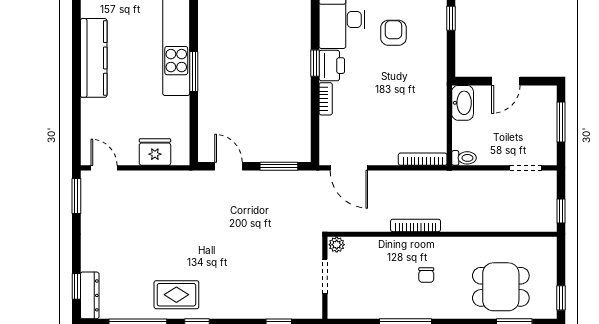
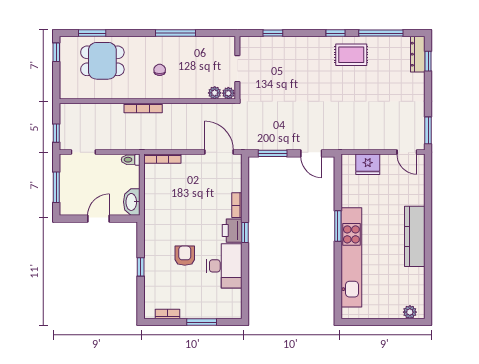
armchair: (393, 33) -> (185, 256), turned 180
window: (561, 211) -> (56, 133), moved
bookcase: (416, 225) -> (143, 108), moved
plant: (355, 245) -> (215, 93), added

